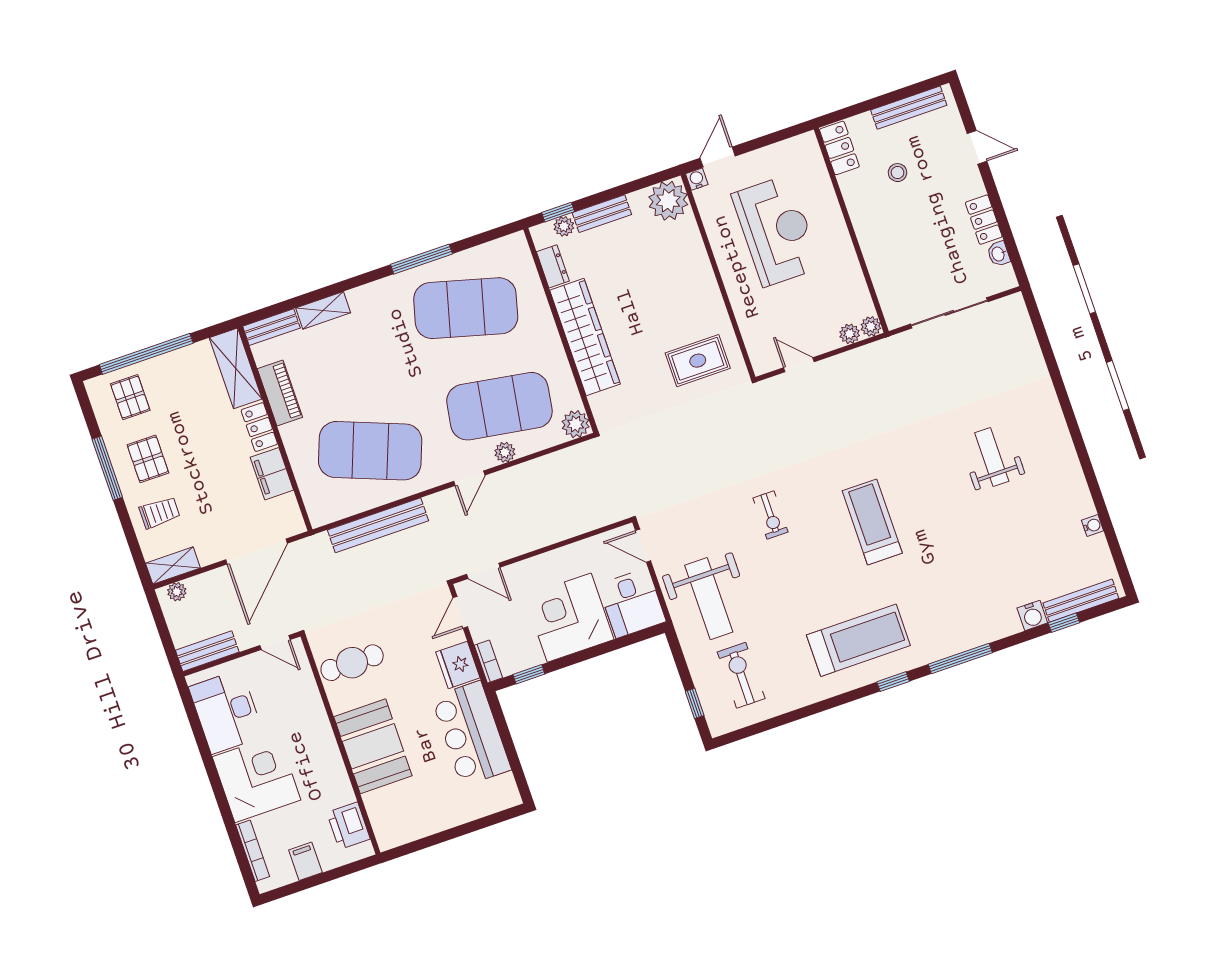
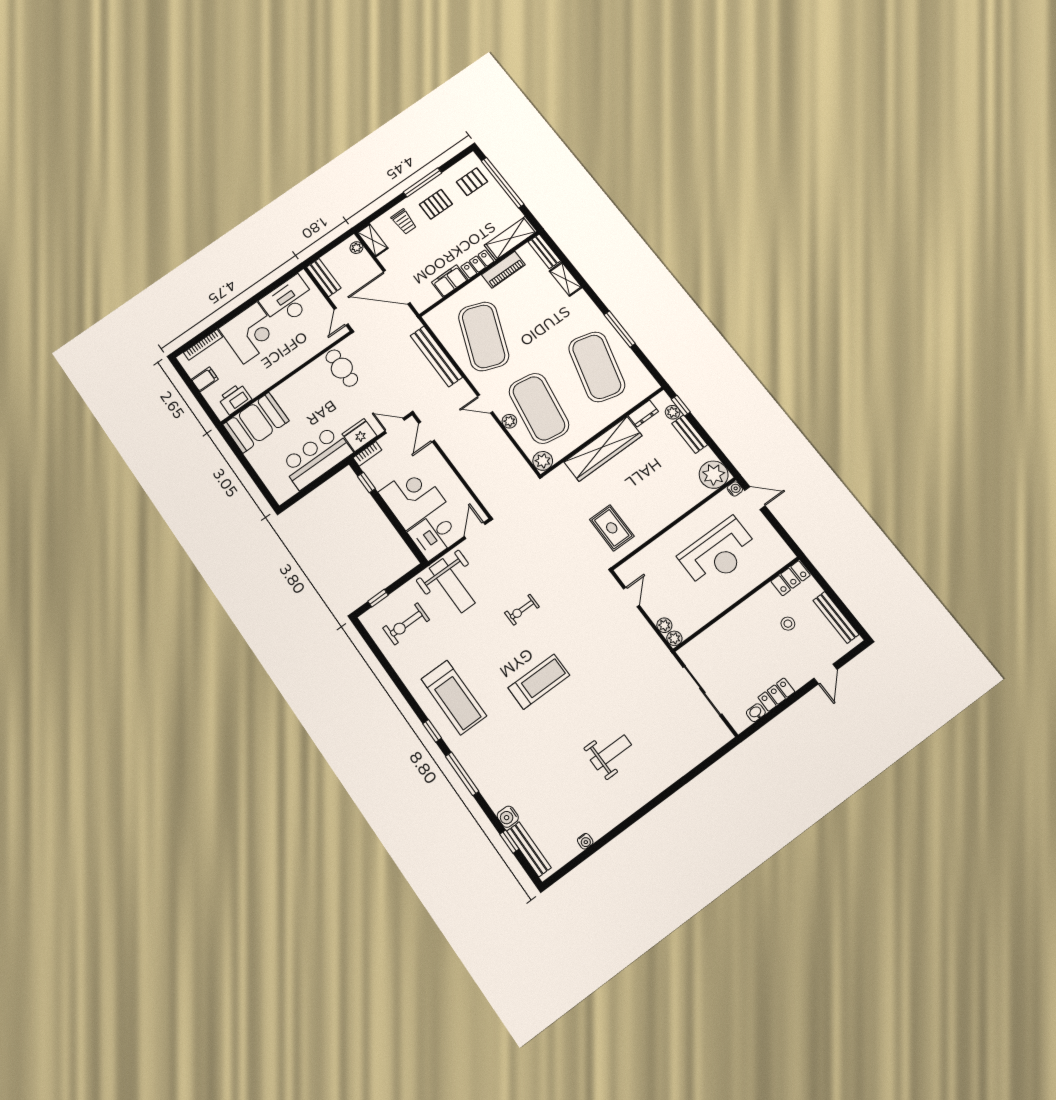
weight bench: (709, 599) -> (452, 586), turned -90
exercise bike: (741, 675) -> (406, 624), turned 180
booth: (373, 746) -> (256, 423), moved

